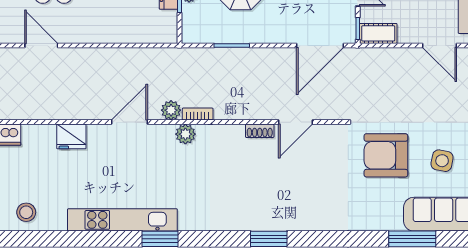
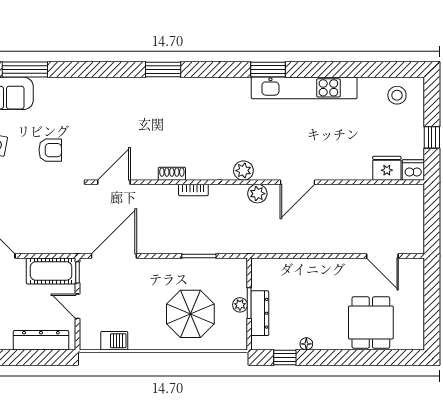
cot: (378, 33) -> (51, 271), width x1.37, depth x1.34
bookcase: (198, 114) -> (193, 190), moved
door: (296, 122) -> (114, 182), moved
fridge: (71, 136) -> (387, 168), moved
armchair: (386, 155) -> (50, 150), width x0.53, depth x0.53

